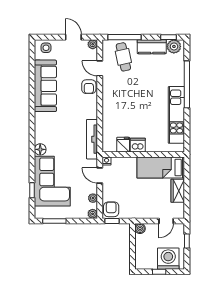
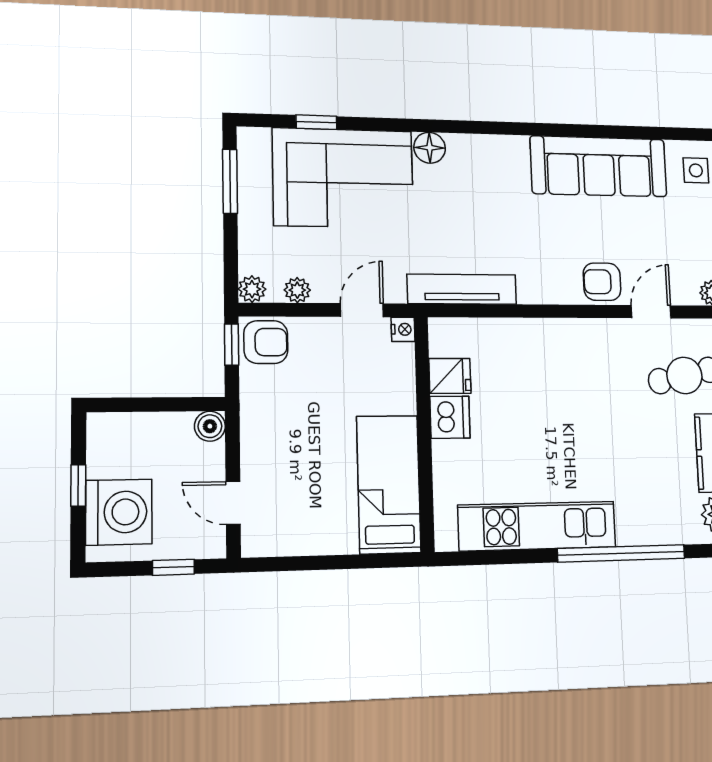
wardrobe: (178, 191) -> (323, 536), removed

